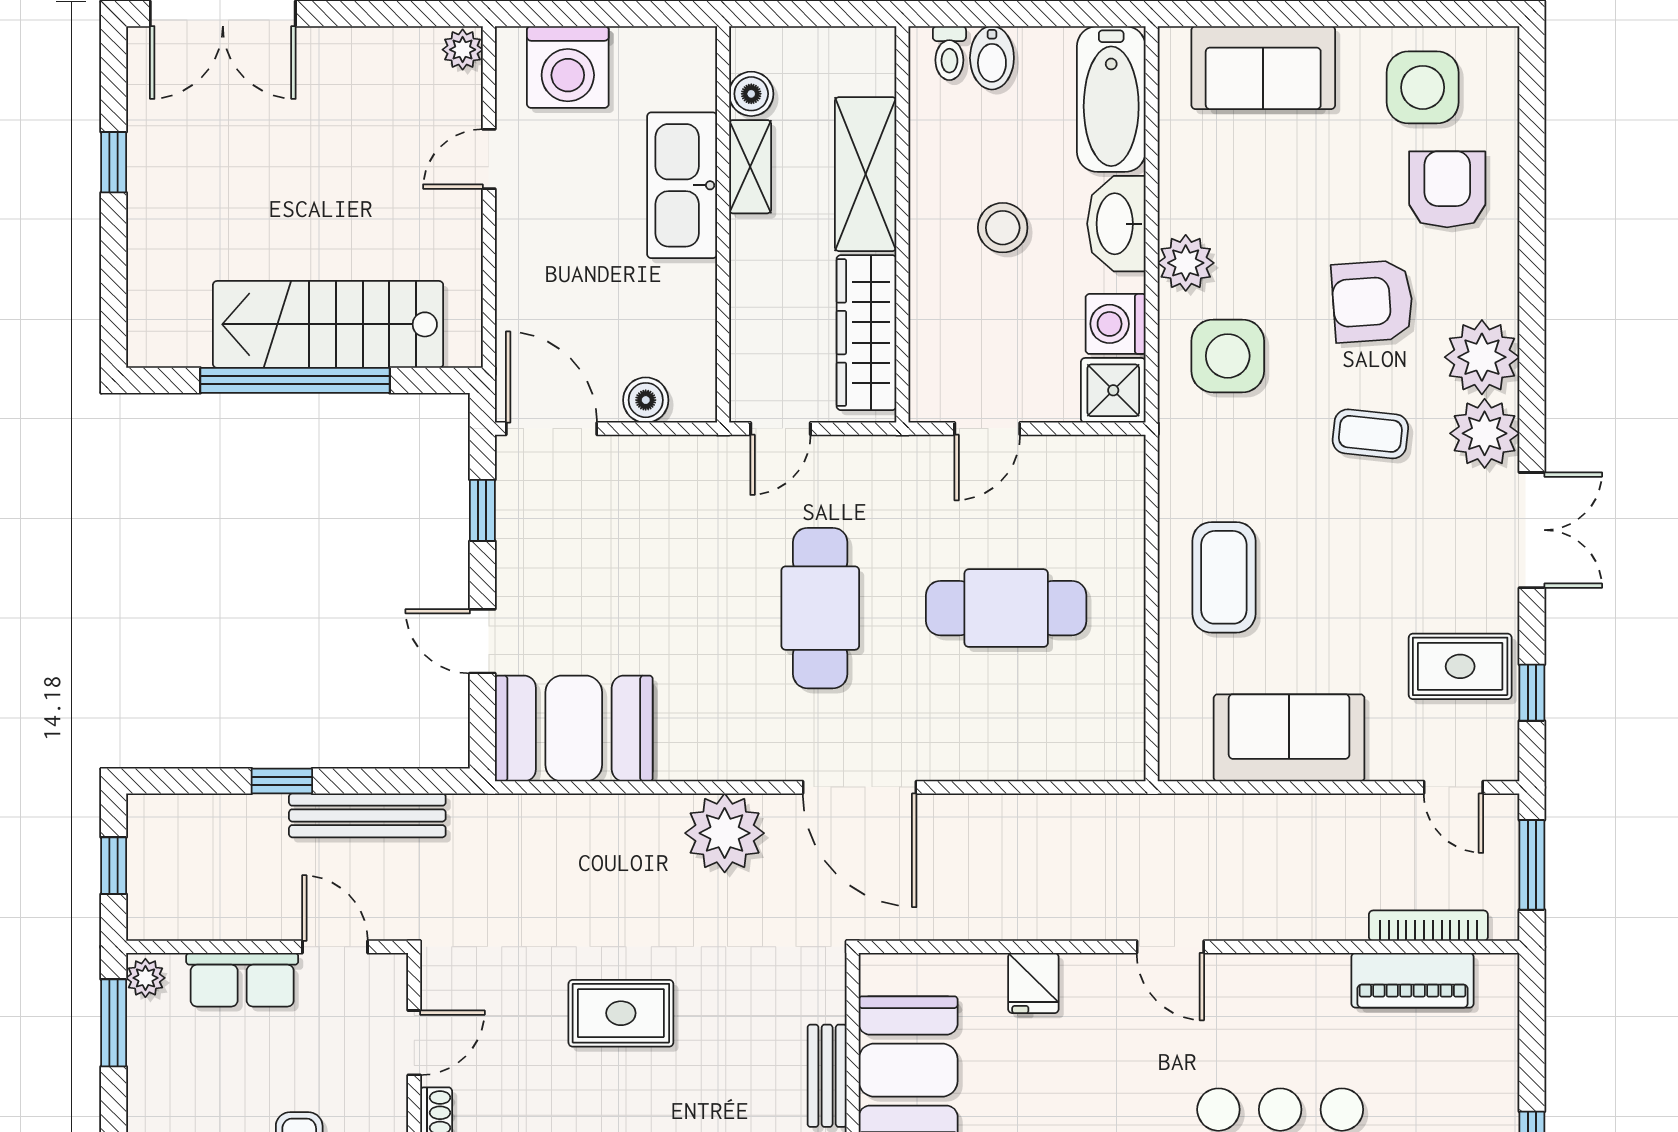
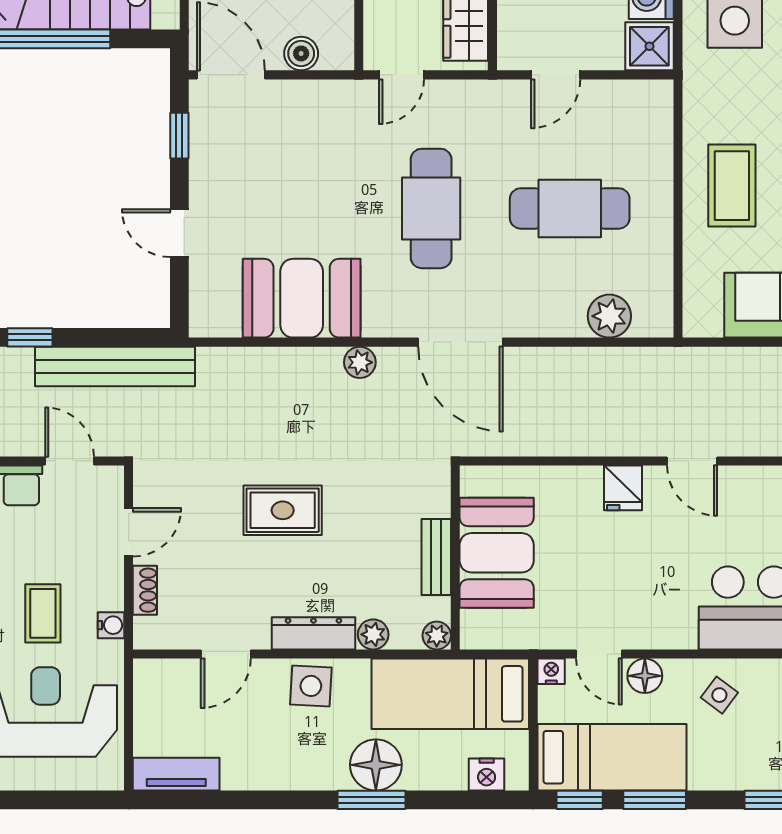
booth: (574, 728) -> (302, 298), moved
plant: (1059, 752) -> (609, 316), added
bench: (367, 815) -> (115, 366), width x1.37, depth x1.21
plant: (725, 833) -> (360, 362), width x0.53, depth x0.53
fridge: (1033, 983) -> (623, 488), moved

